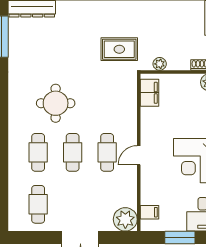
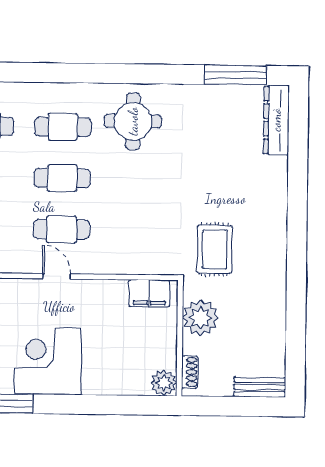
plant: (160, 64) -> (200, 318), width x1.87, depth x1.87
round table: (56, 103) -> (133, 121), moved

